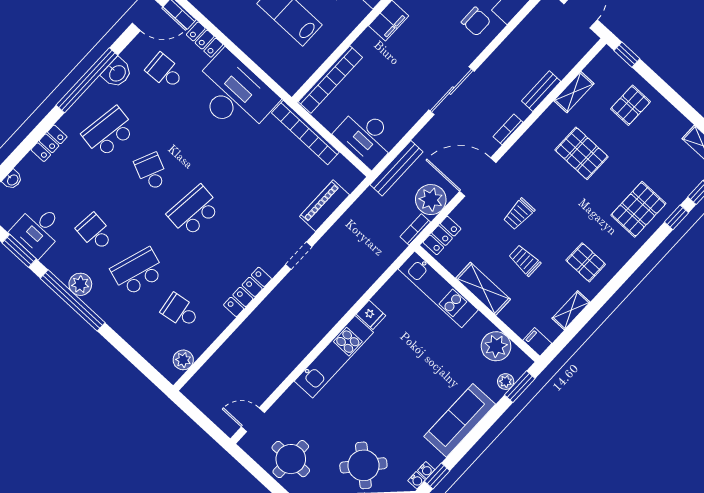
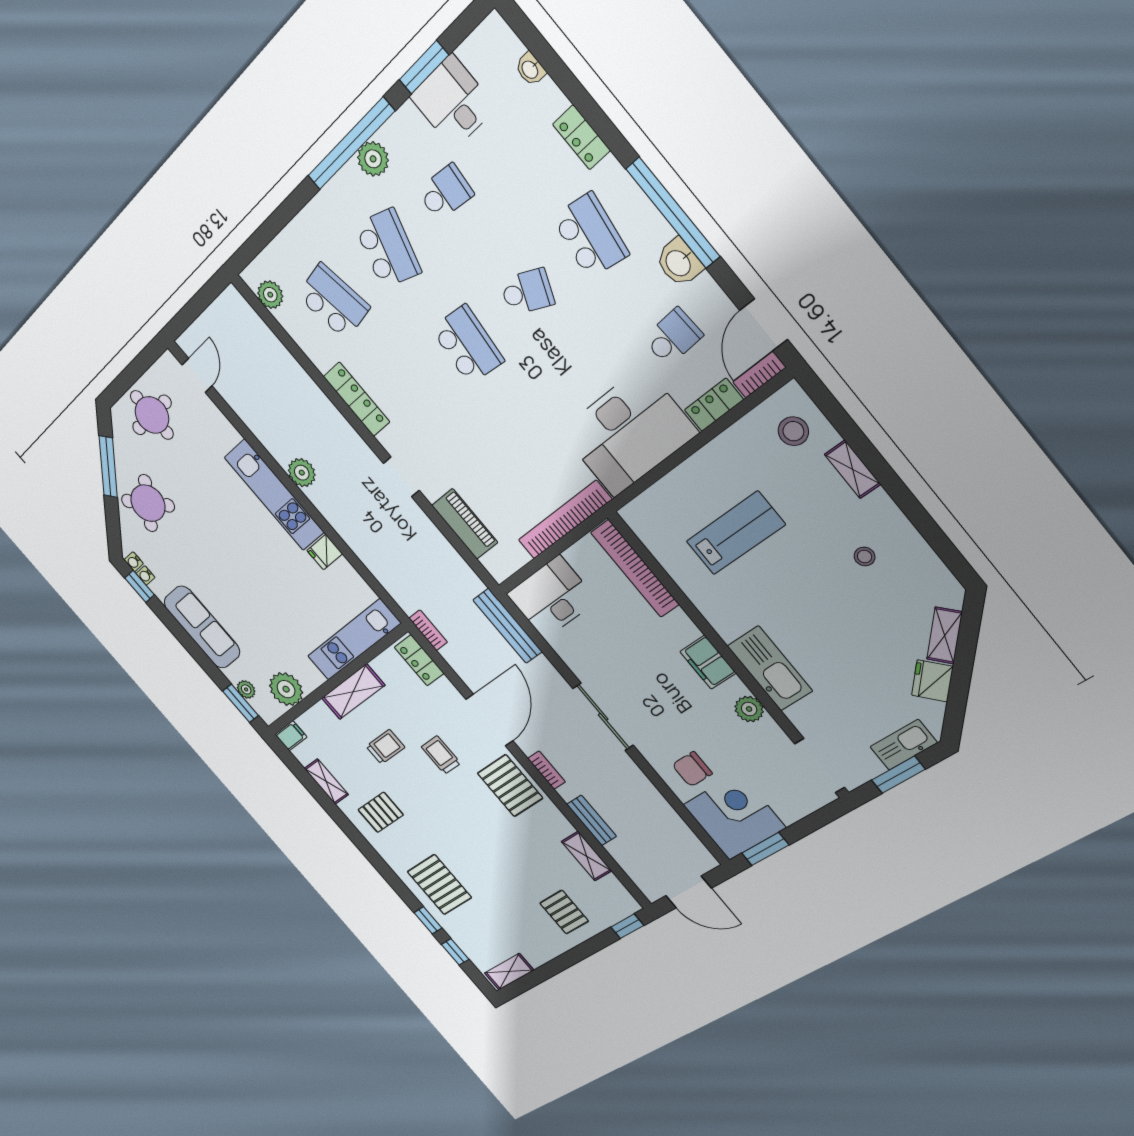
pallet: (582, 153) -> (510, 786), moved, turned 90
plant: (431, 200) -> (302, 473), moved, width x0.73, depth x0.73
school desk: (180, 311) -> (333, 301), width x1.85

